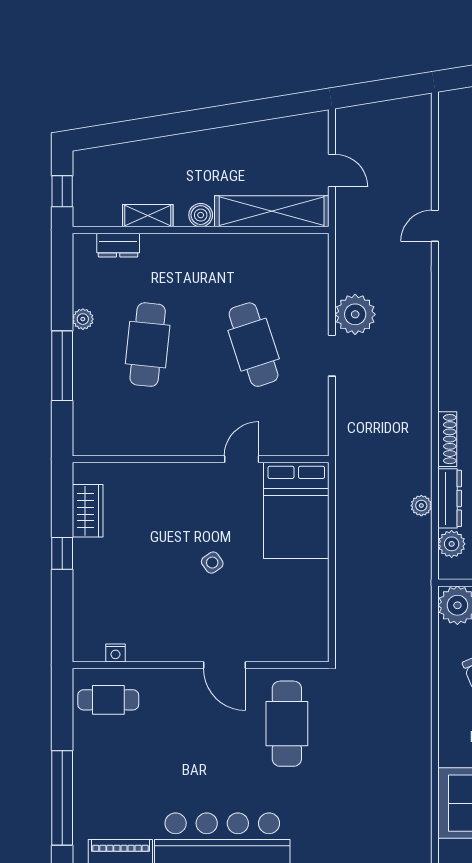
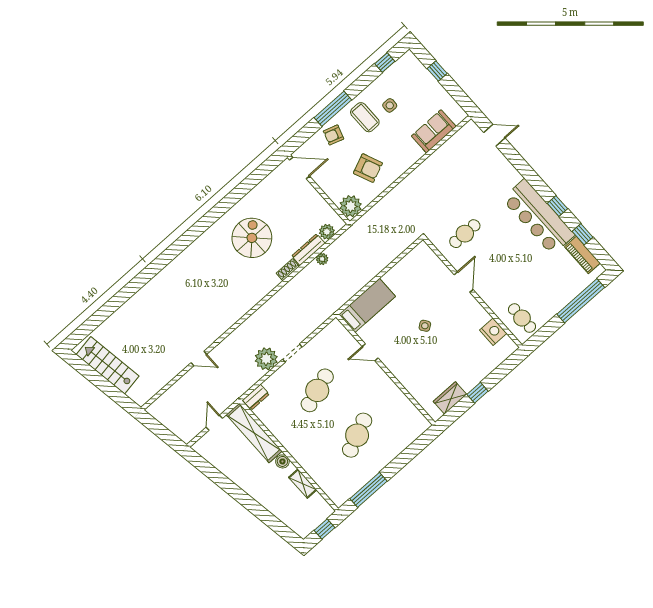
dresser: (118, 245) -> (256, 397), moved, turned 90
plant: (83, 319) -> (371, 472), removed
cafe table: (148, 345) -> (357, 435), turned -30
window: (62, 366) -> (369, 490), moved
shoe rack: (447, 439) -> (288, 270), width x0.70
bed: (296, 510) -> (367, 305), width x0.67
nightstand: (115, 653) -> (493, 332), width x1.89, depth x1.79
cafe table: (287, 724) -> (465, 234), width x0.73, depth x0.74

